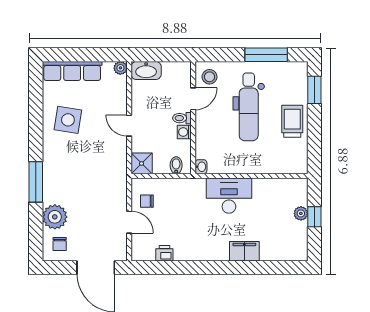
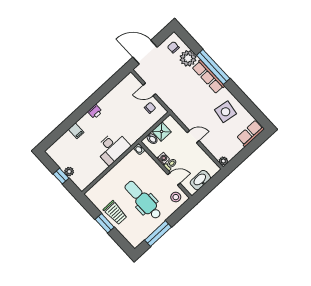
washbasin: (146, 70) -> (200, 180), moved
row of seats: (72, 71) -> (250, 133), width x0.68
window: (314, 90) -> (105, 223), moved
door: (193, 99) -> (174, 179), swing flipped
shower: (142, 163) -> (162, 131), moved
row of seats: (51, 176) -> (208, 77), added
window: (36, 182) -> (213, 67), width x1.46
filing cabinet: (244, 251) -> (76, 131), width x0.50
printer: (164, 253) -> (95, 112), moved

